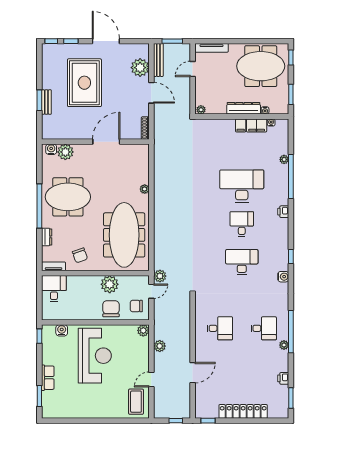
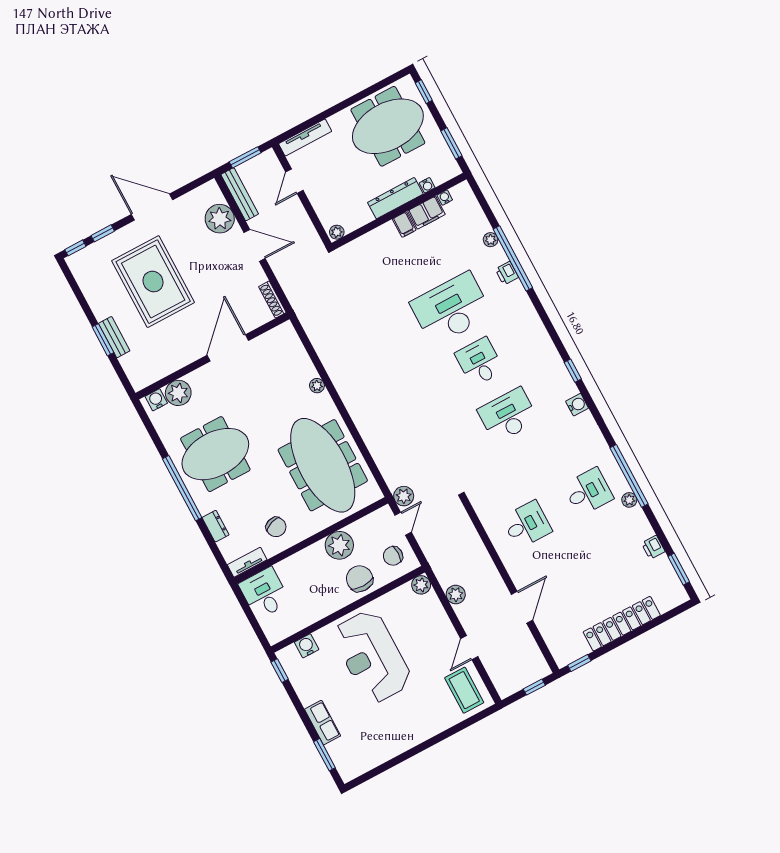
printer: (283, 212) -> (507, 273), moved
reception desk: (95, 356) -> (372, 657), turned 180

